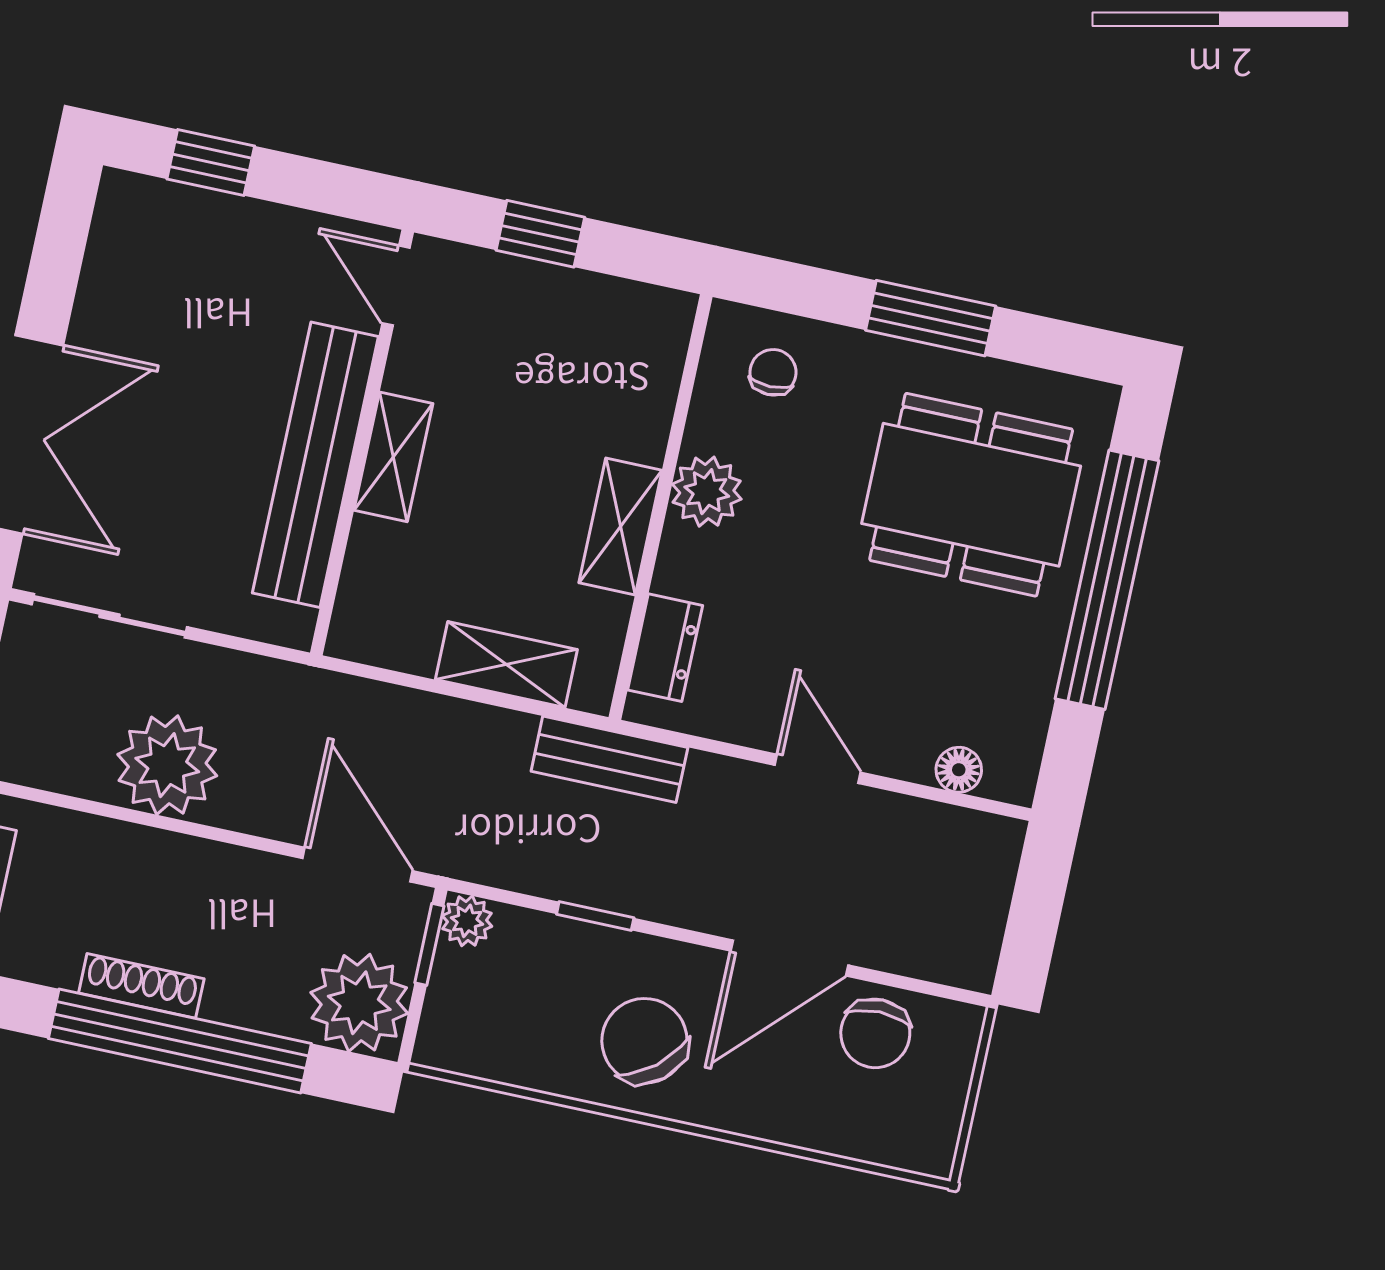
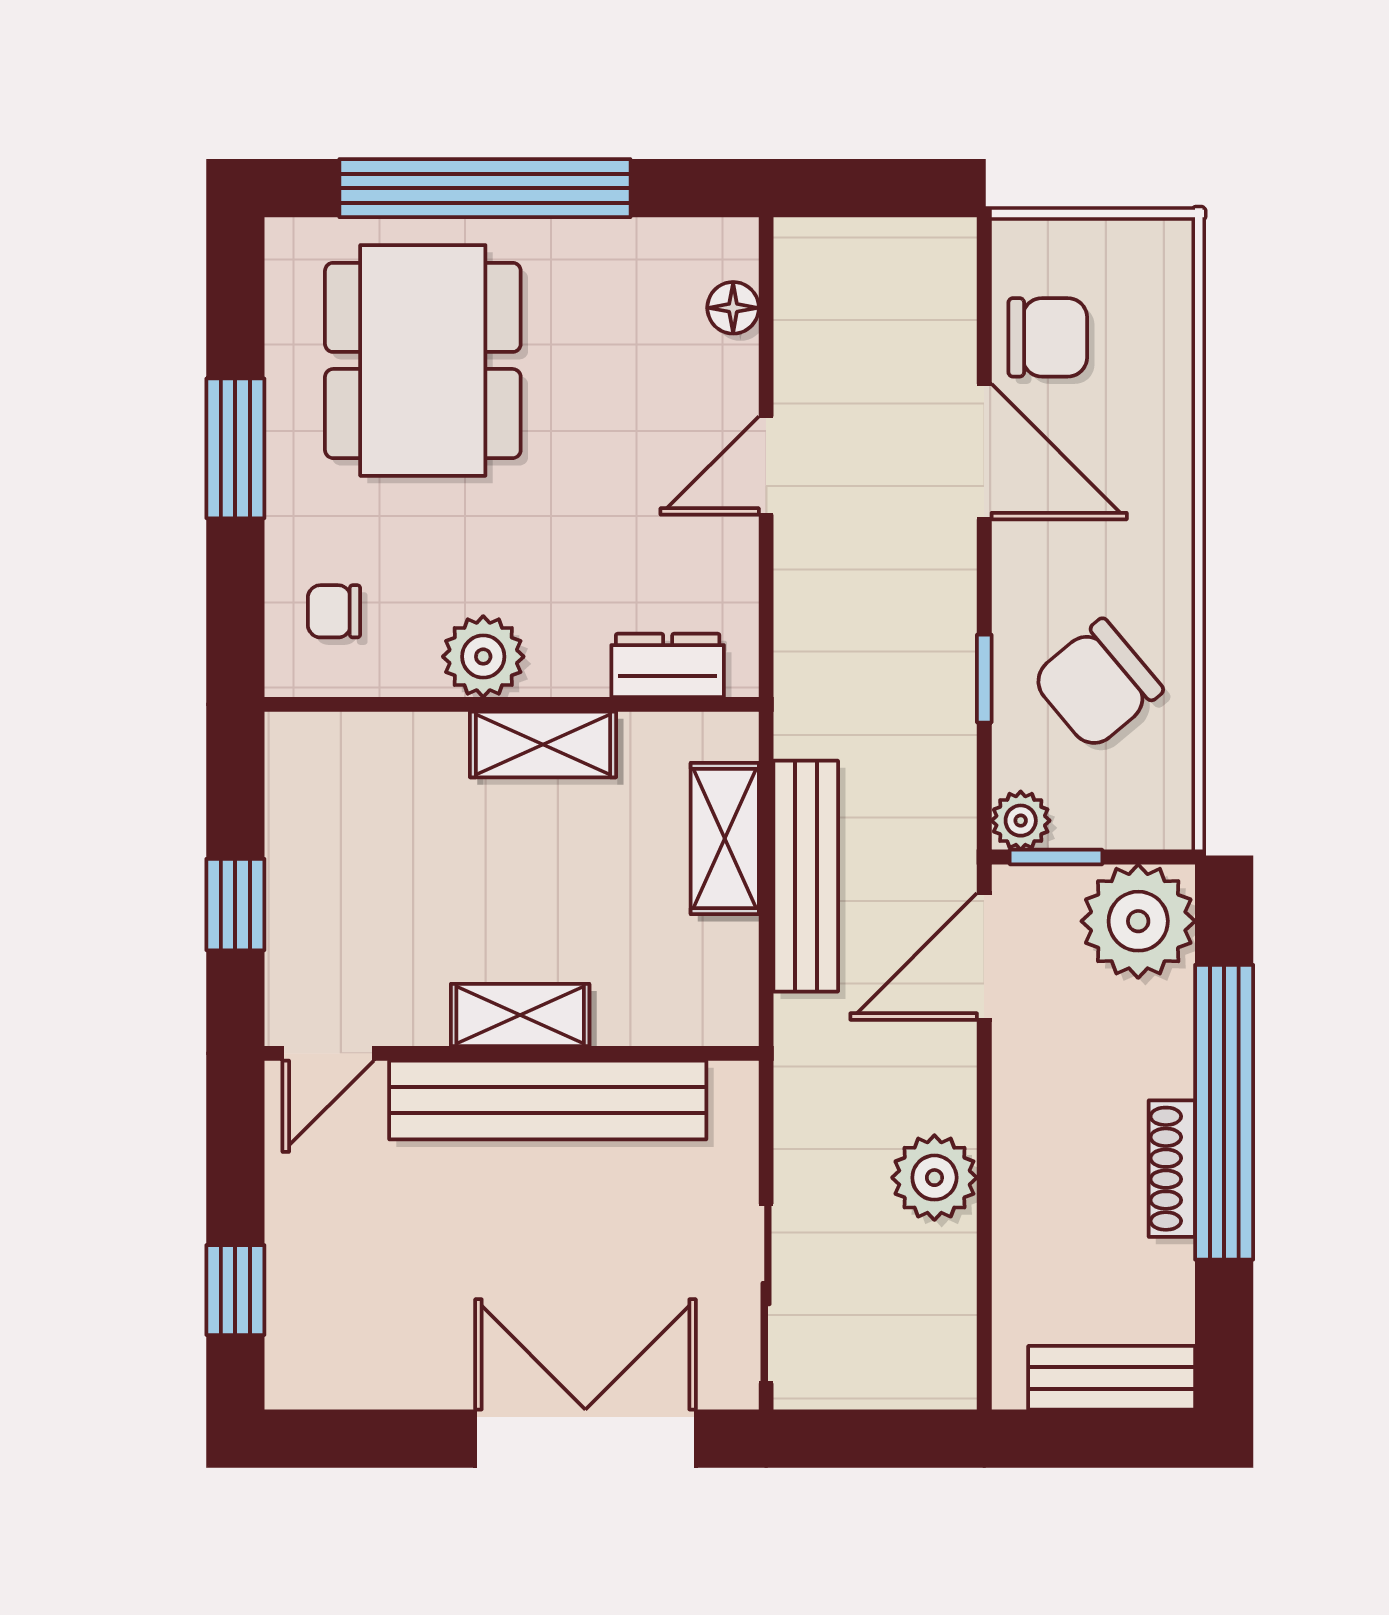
bench: (609, 759) -> (806, 876), moved, width x1.36
plant: (167, 765) -> (934, 1178), width x0.73, depth x0.73
chair: (644, 1041) -> (1097, 684), moved

